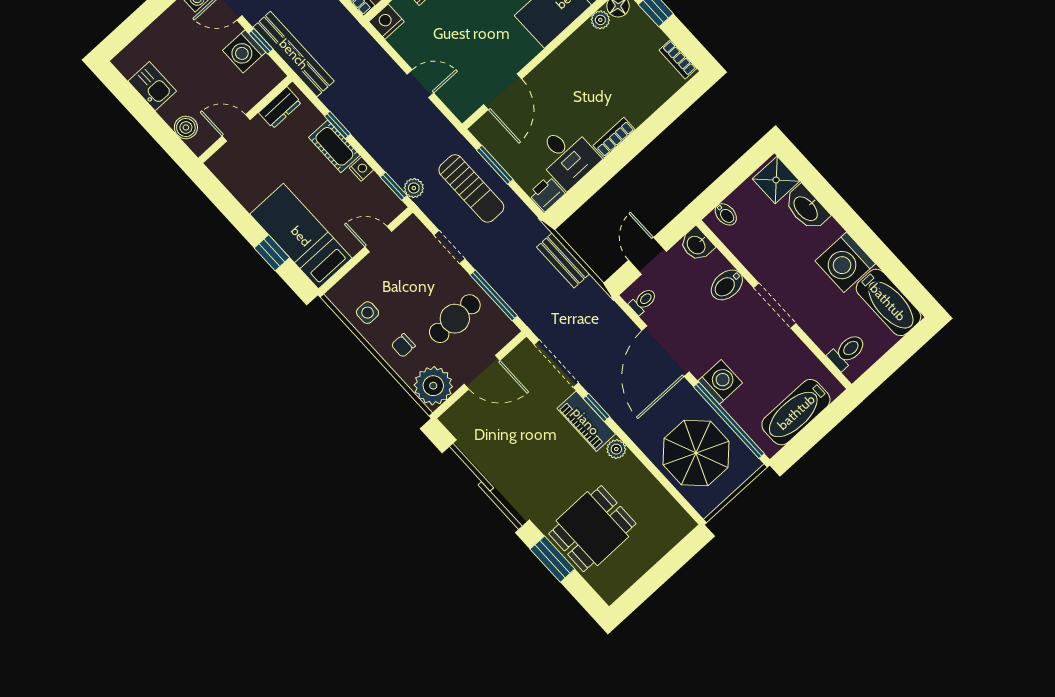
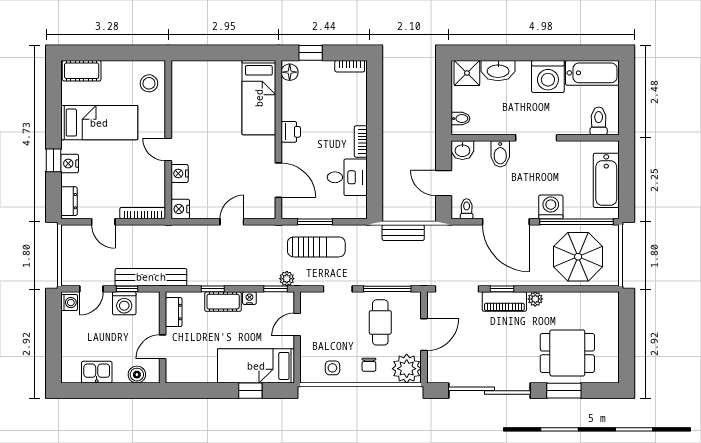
plant: (600, 20) -> (288, 89), removed
printer: (547, 194) -> (291, 132), moved, turned 180
dining table: (592, 529) -> (567, 353), turned 90

